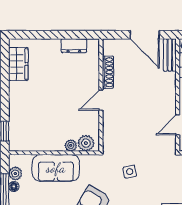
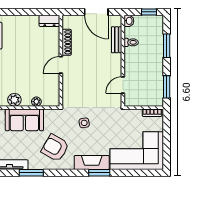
dresser: (74, 46) -> (49, 21), moved
bench: (170, 55) -> (117, 40), moved
plant: (86, 143) -> (14, 100), moved

